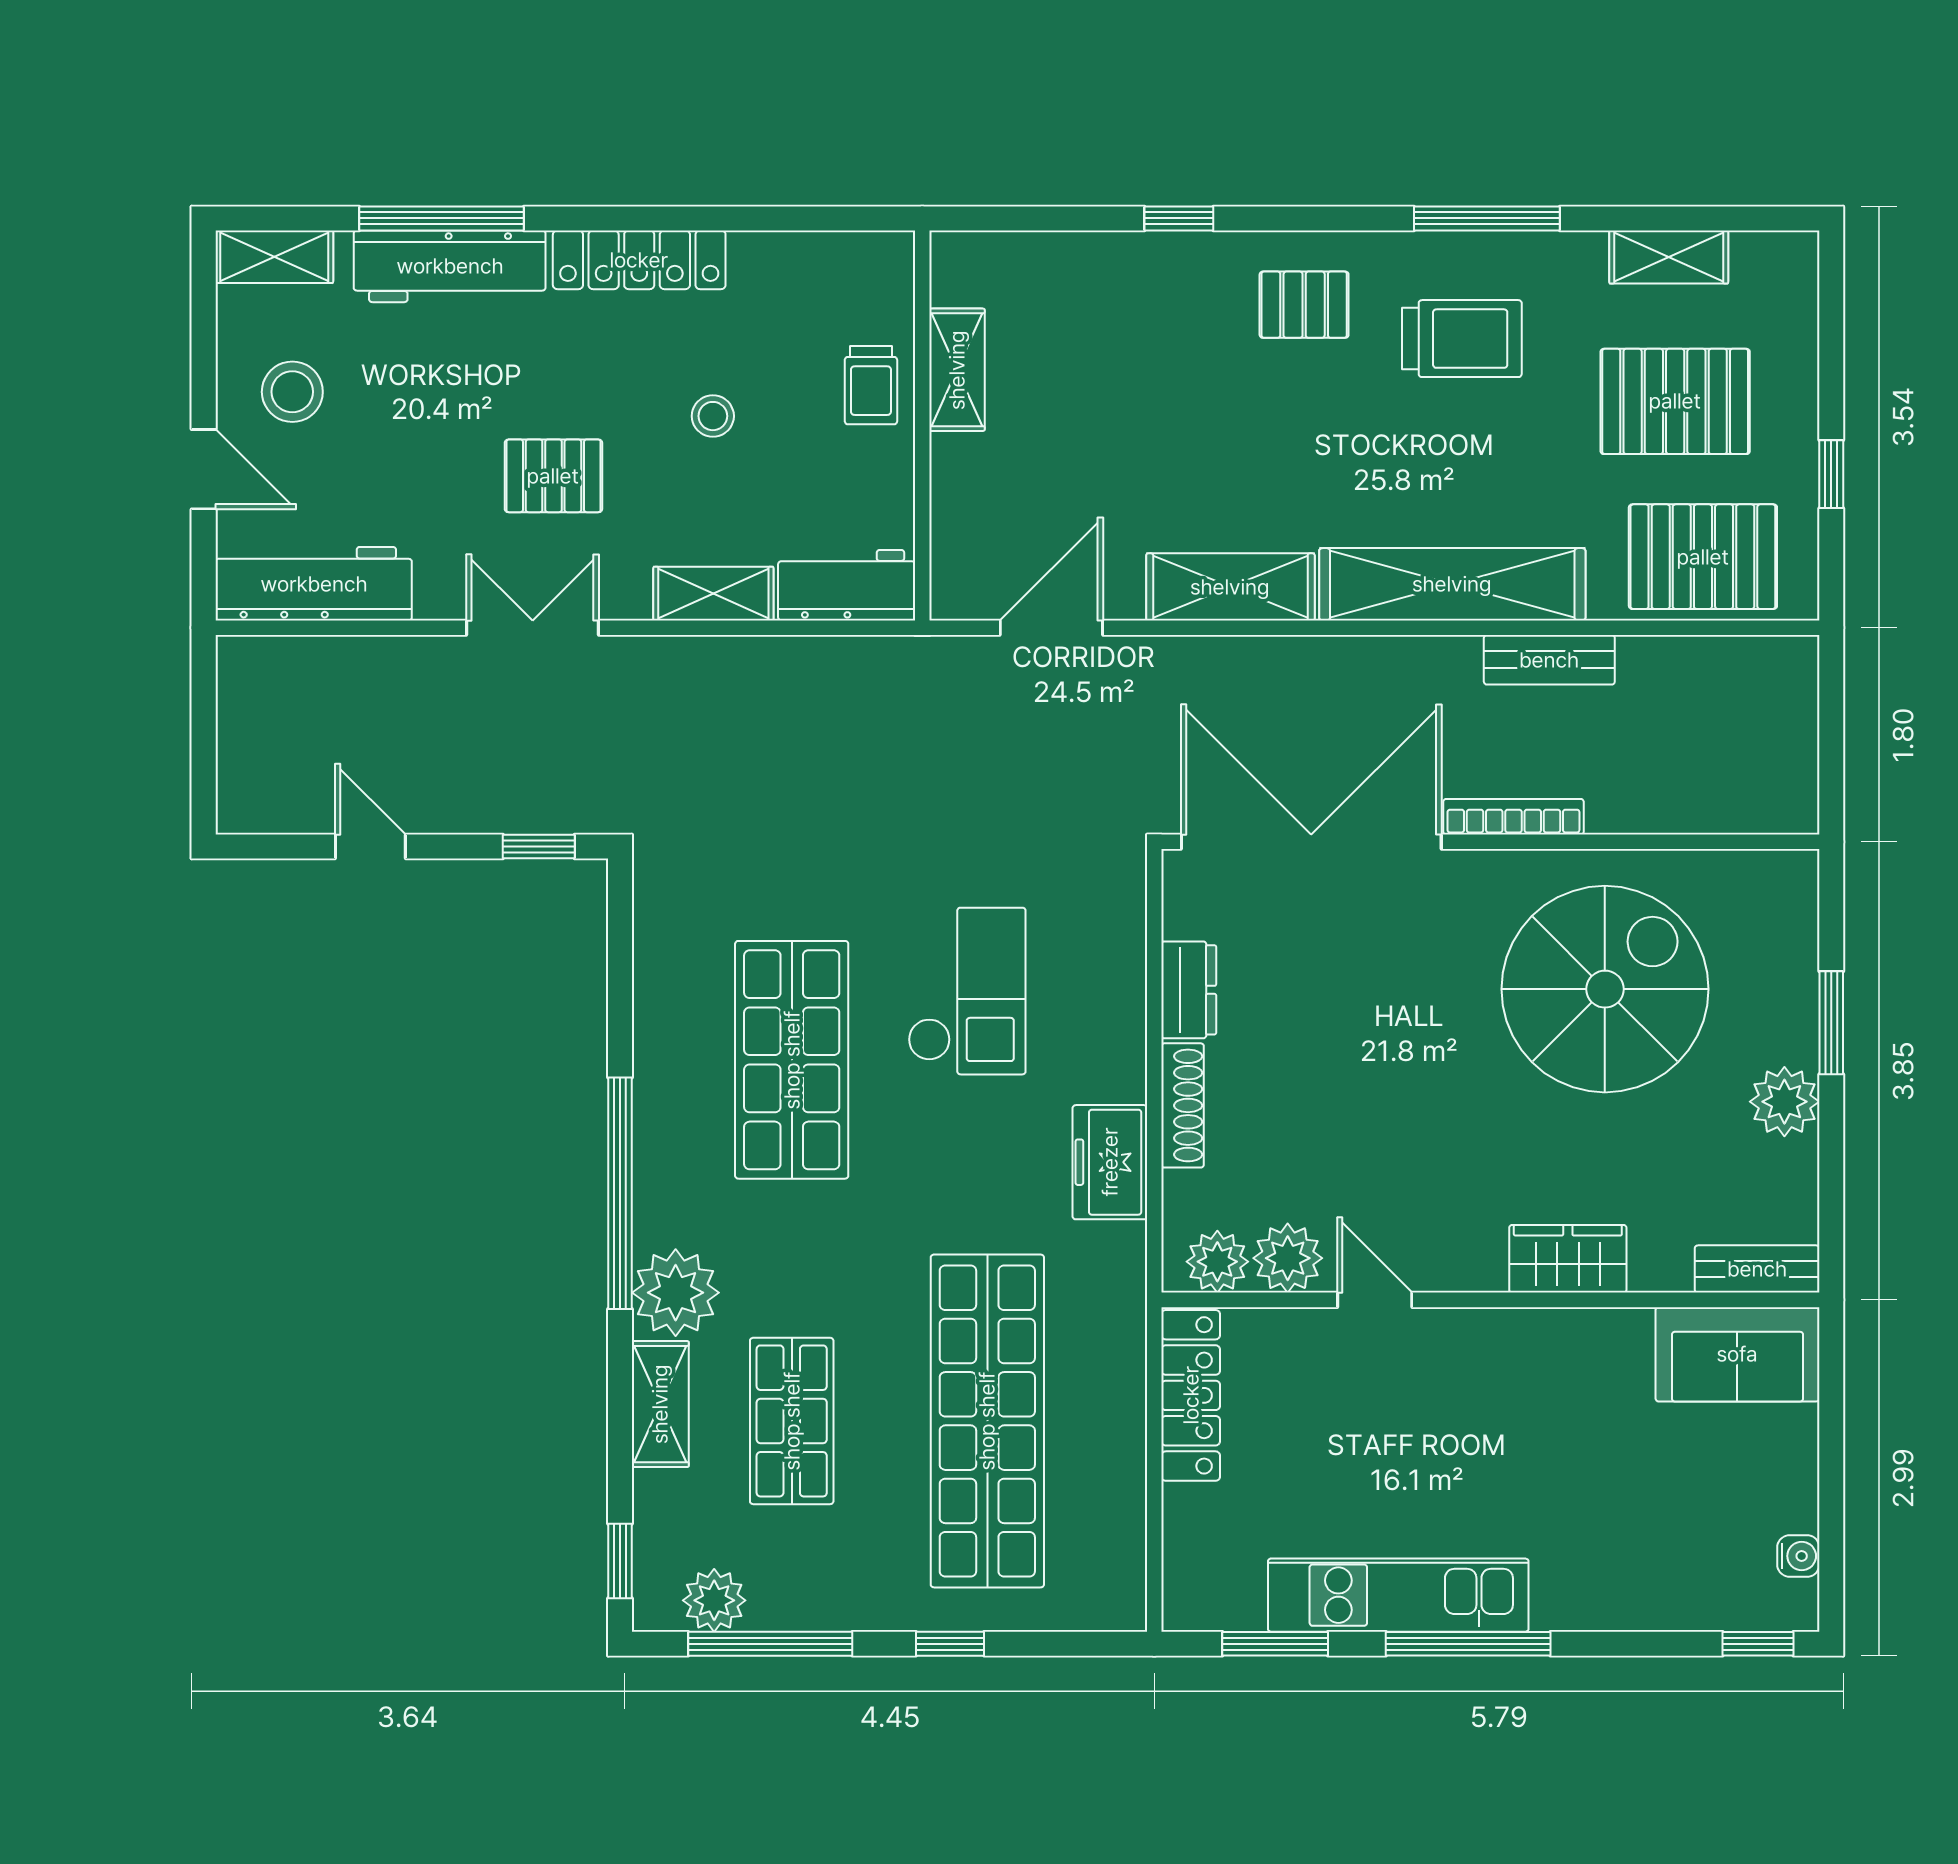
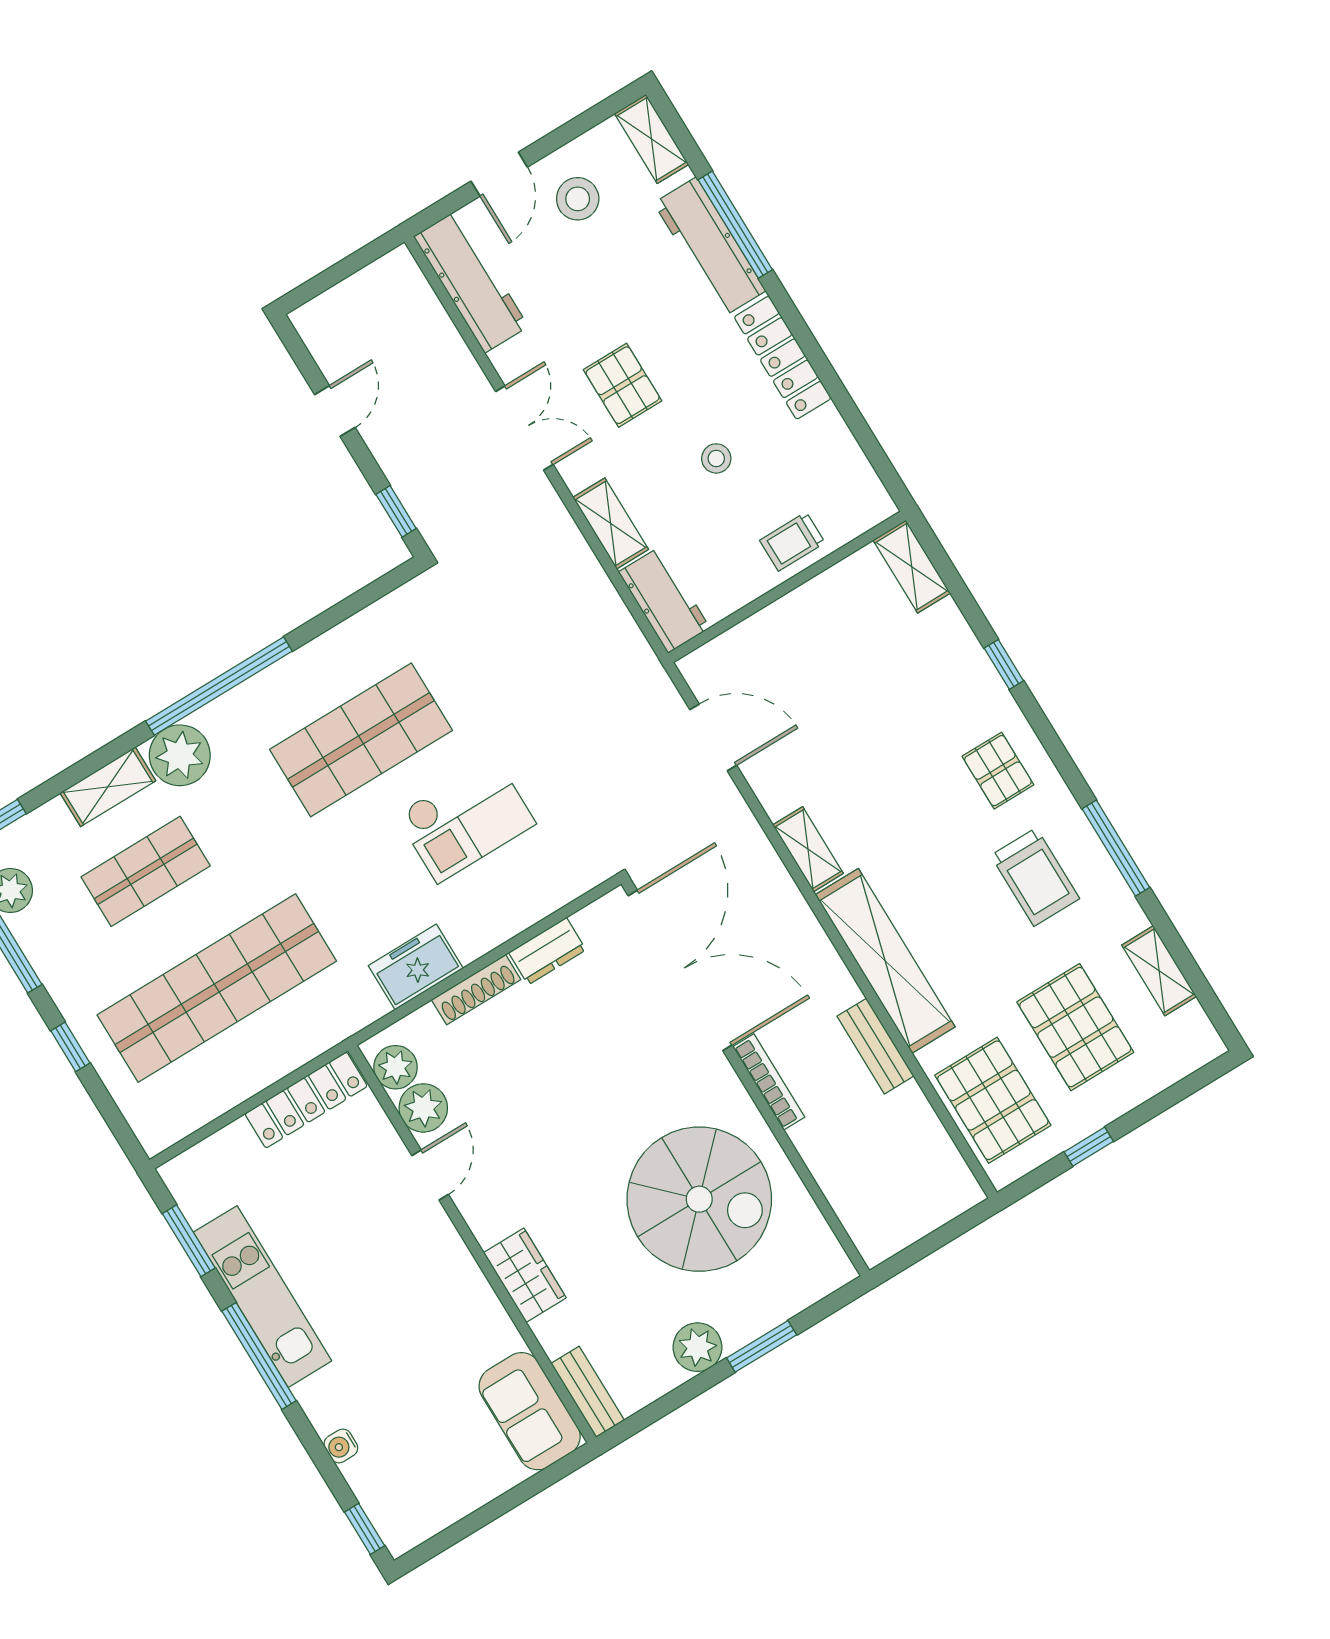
shelving: (957, 370) -> (912, 567), moved, turned 90
shelving: (1230, 587) -> (808, 849), width x0.67, depth x0.75
water cooler: (1798, 1556) -> (341, 1446), moved, turned 90

